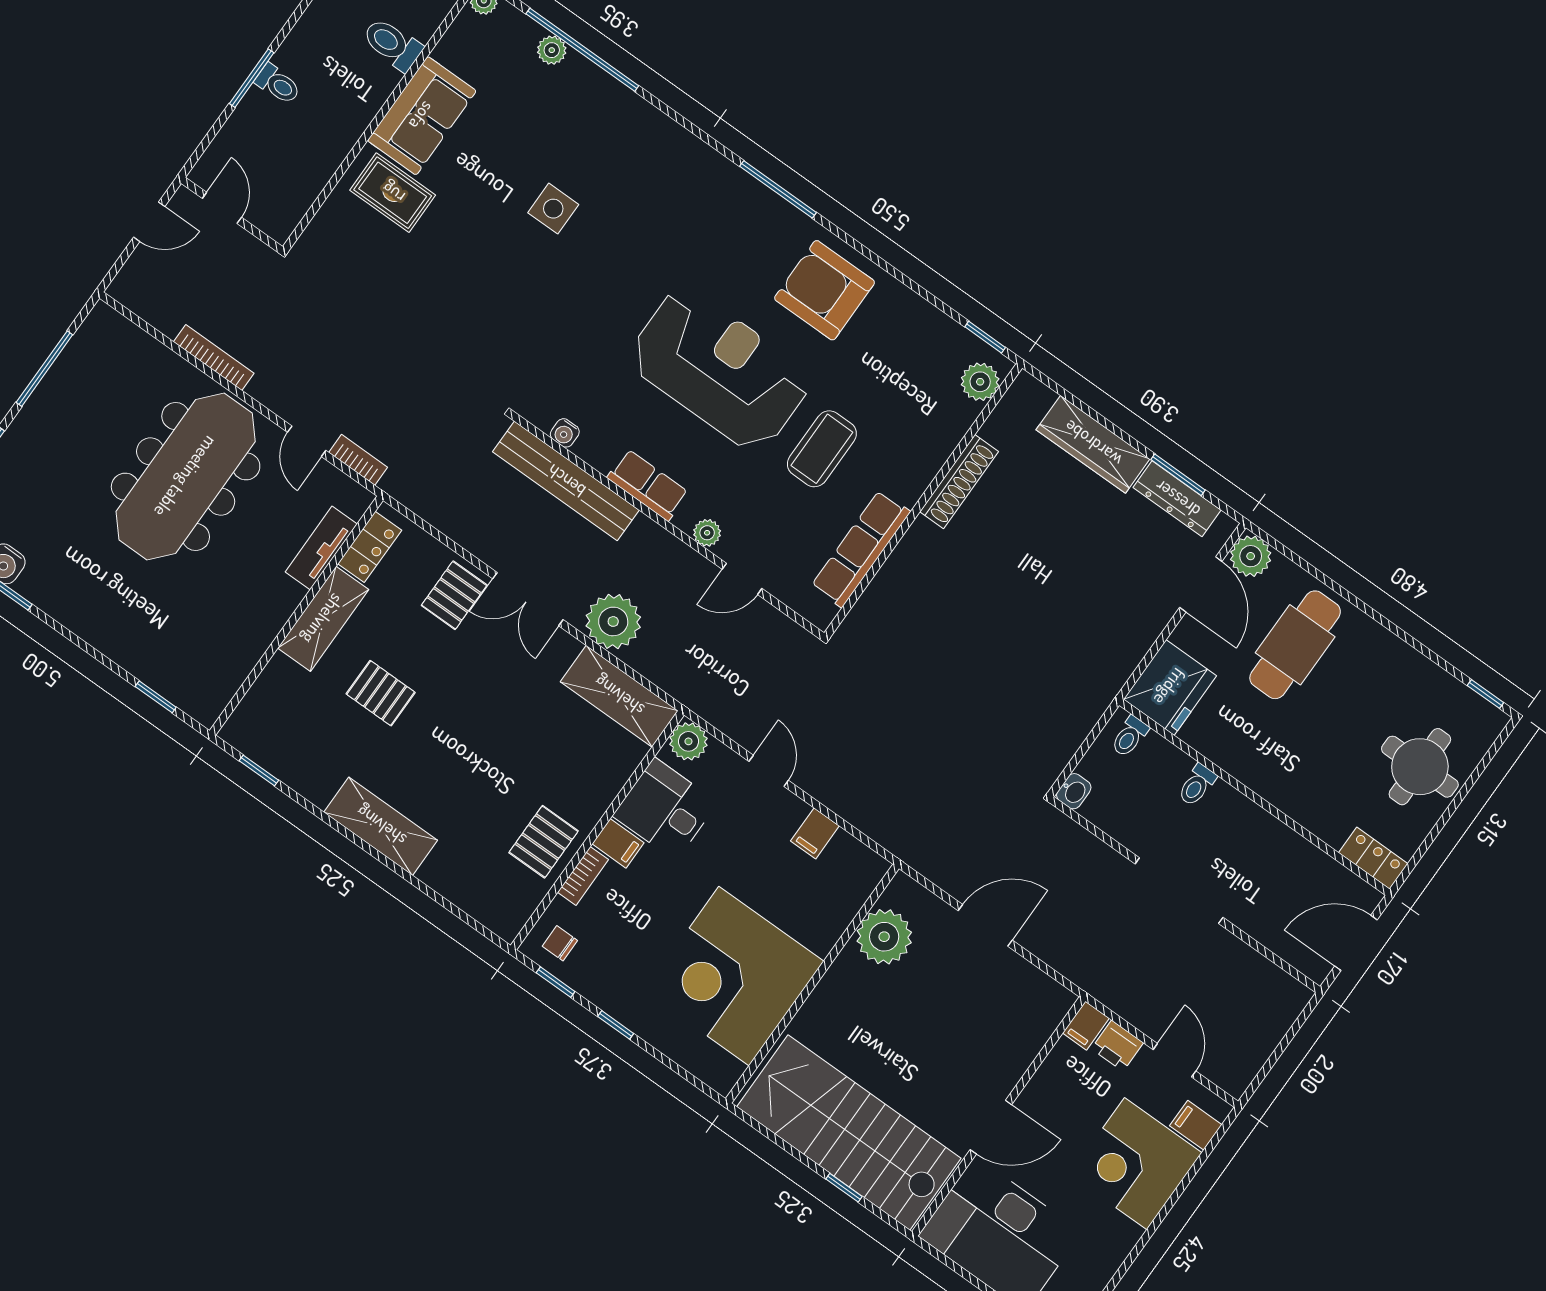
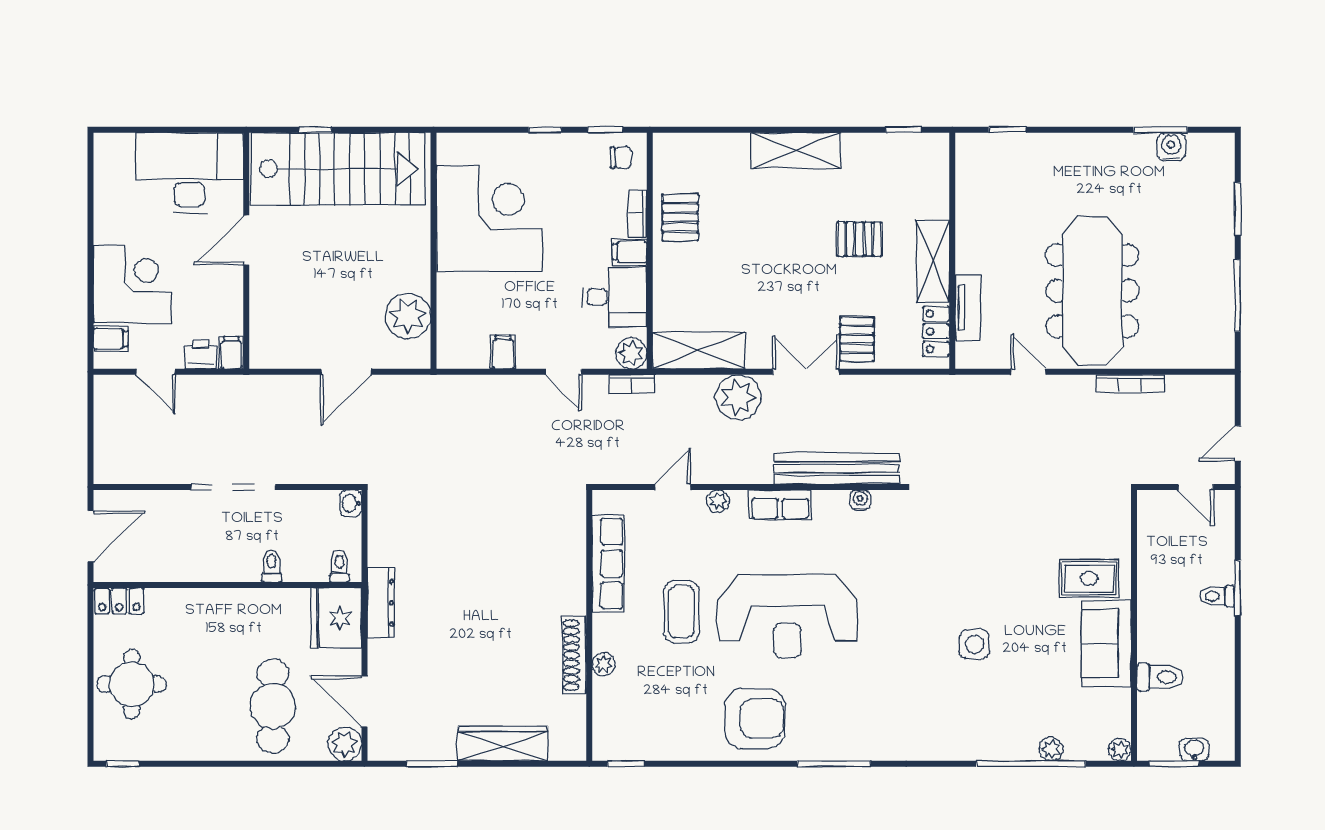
plant: (980, 382) -> (604, 664), moved, width x0.73, depth x0.73
bookcase: (358, 460) -> (632, 384), moved
dresser: (1177, 499) -> (381, 603), moved, turned 90

